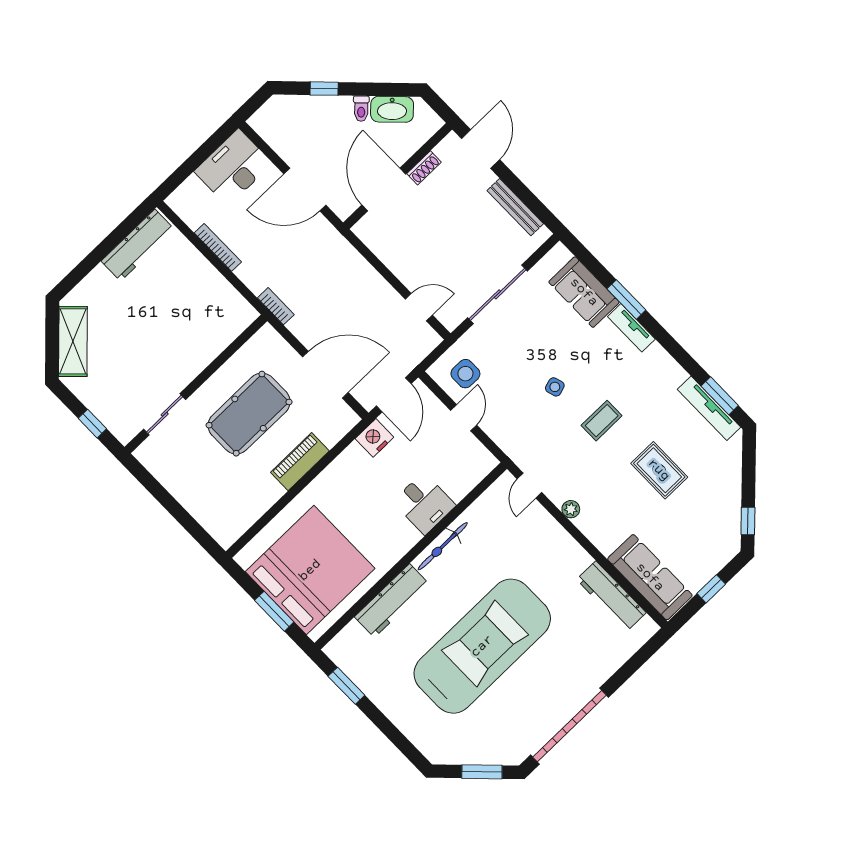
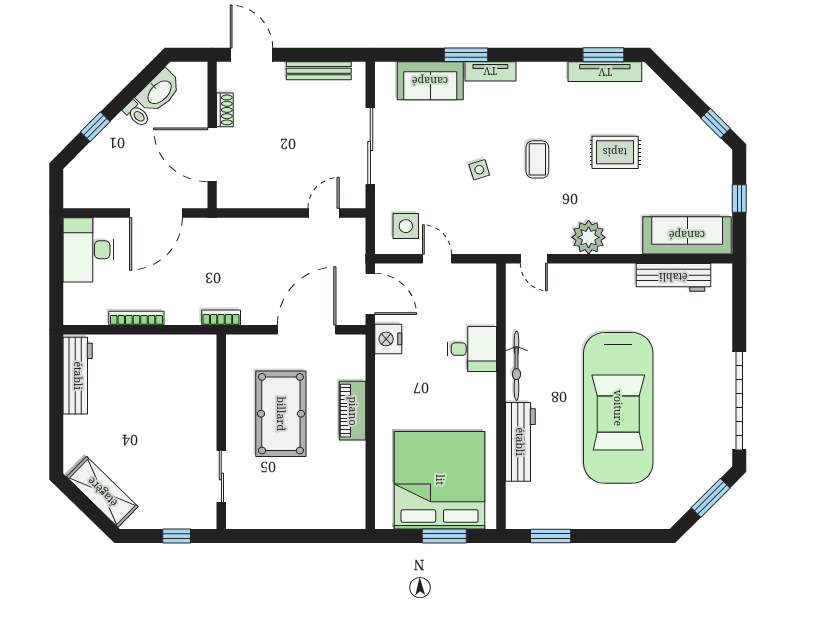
plant: (571, 509) -> (589, 237), width x1.88, depth x1.88
car: (482, 646) -> (618, 408), turned 180

